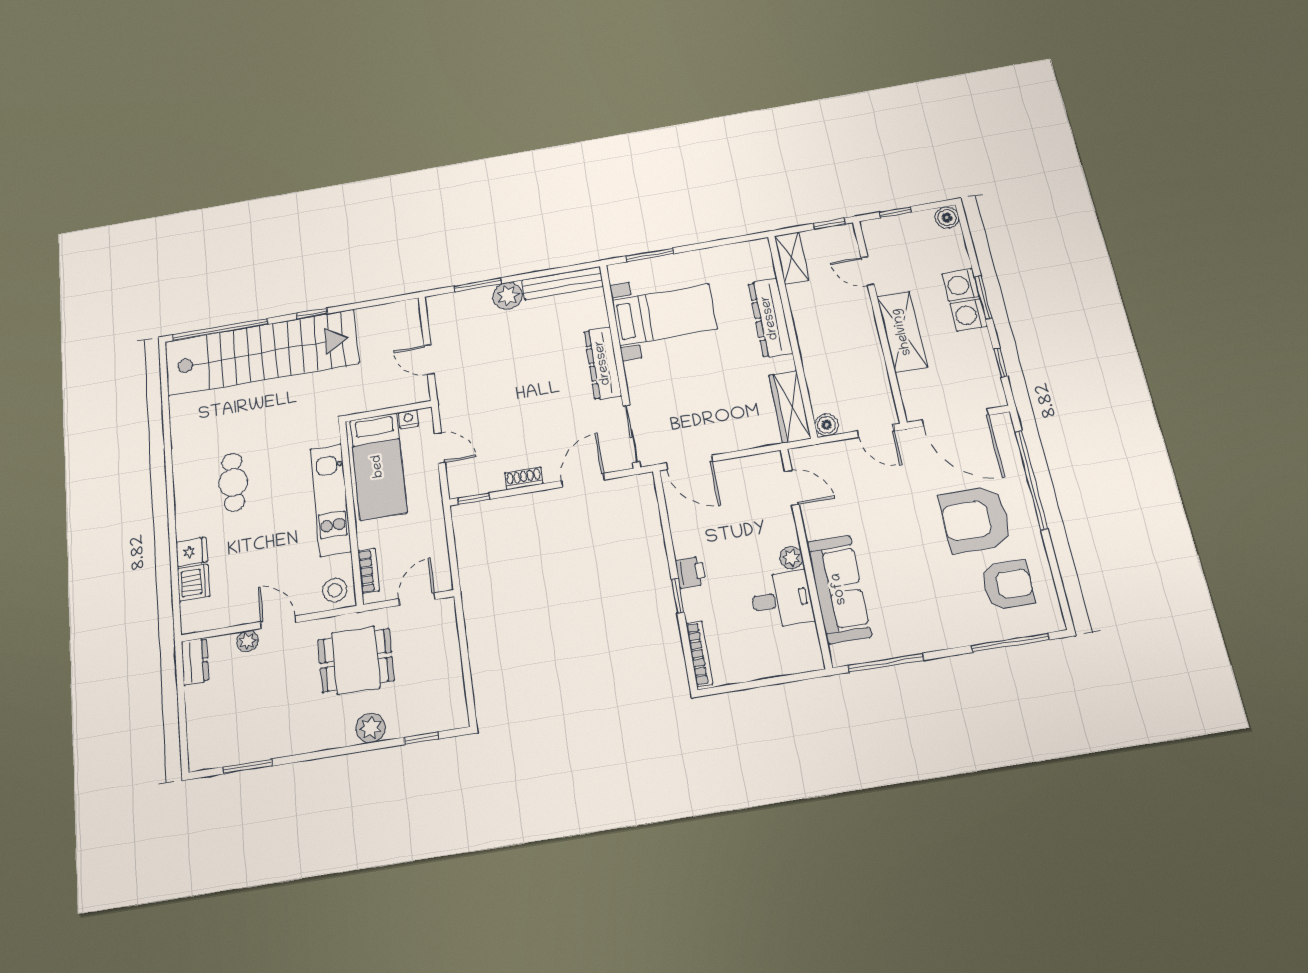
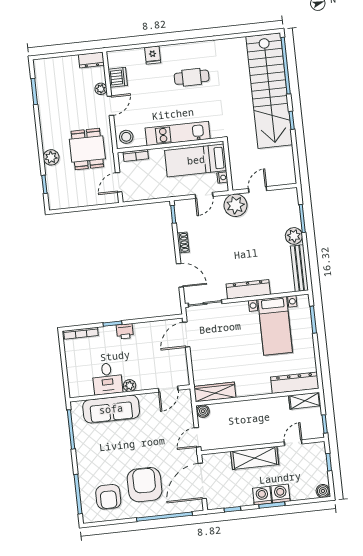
dresser: (770, 318) -> (295, 383), moved
plant: (456, 394) -> (235, 205), added
dishwasher: (194, 583) -> (118, 77), moved, turned -90
door: (417, 599) -> (119, 182), swing flipped

